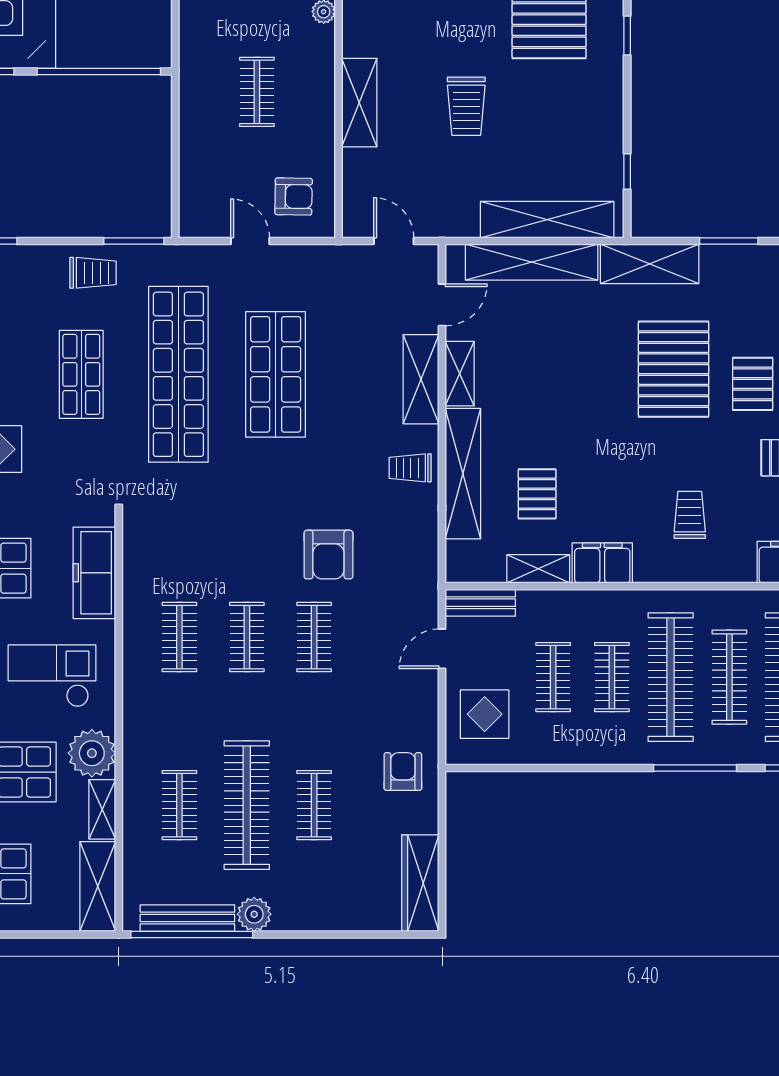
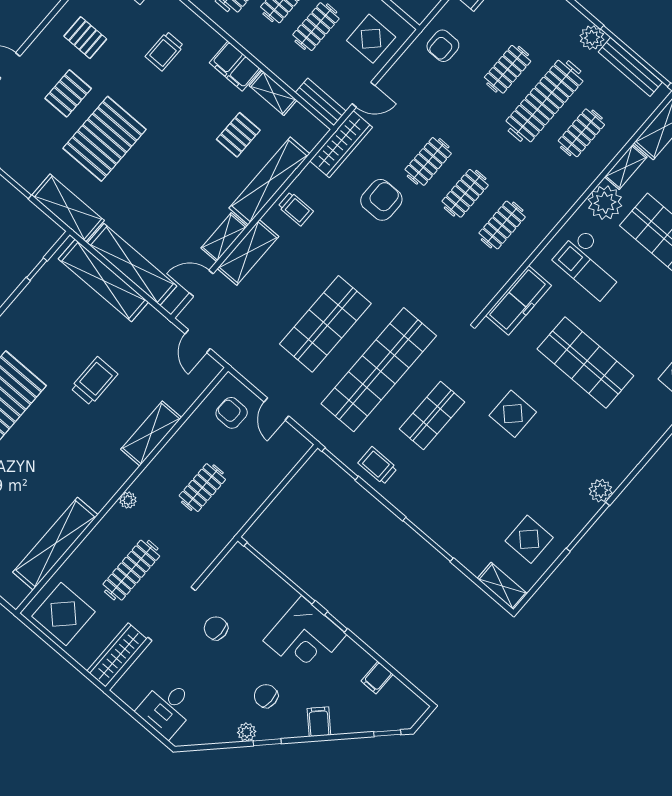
wardrobe: (421, 577) -> (341, 144), added

